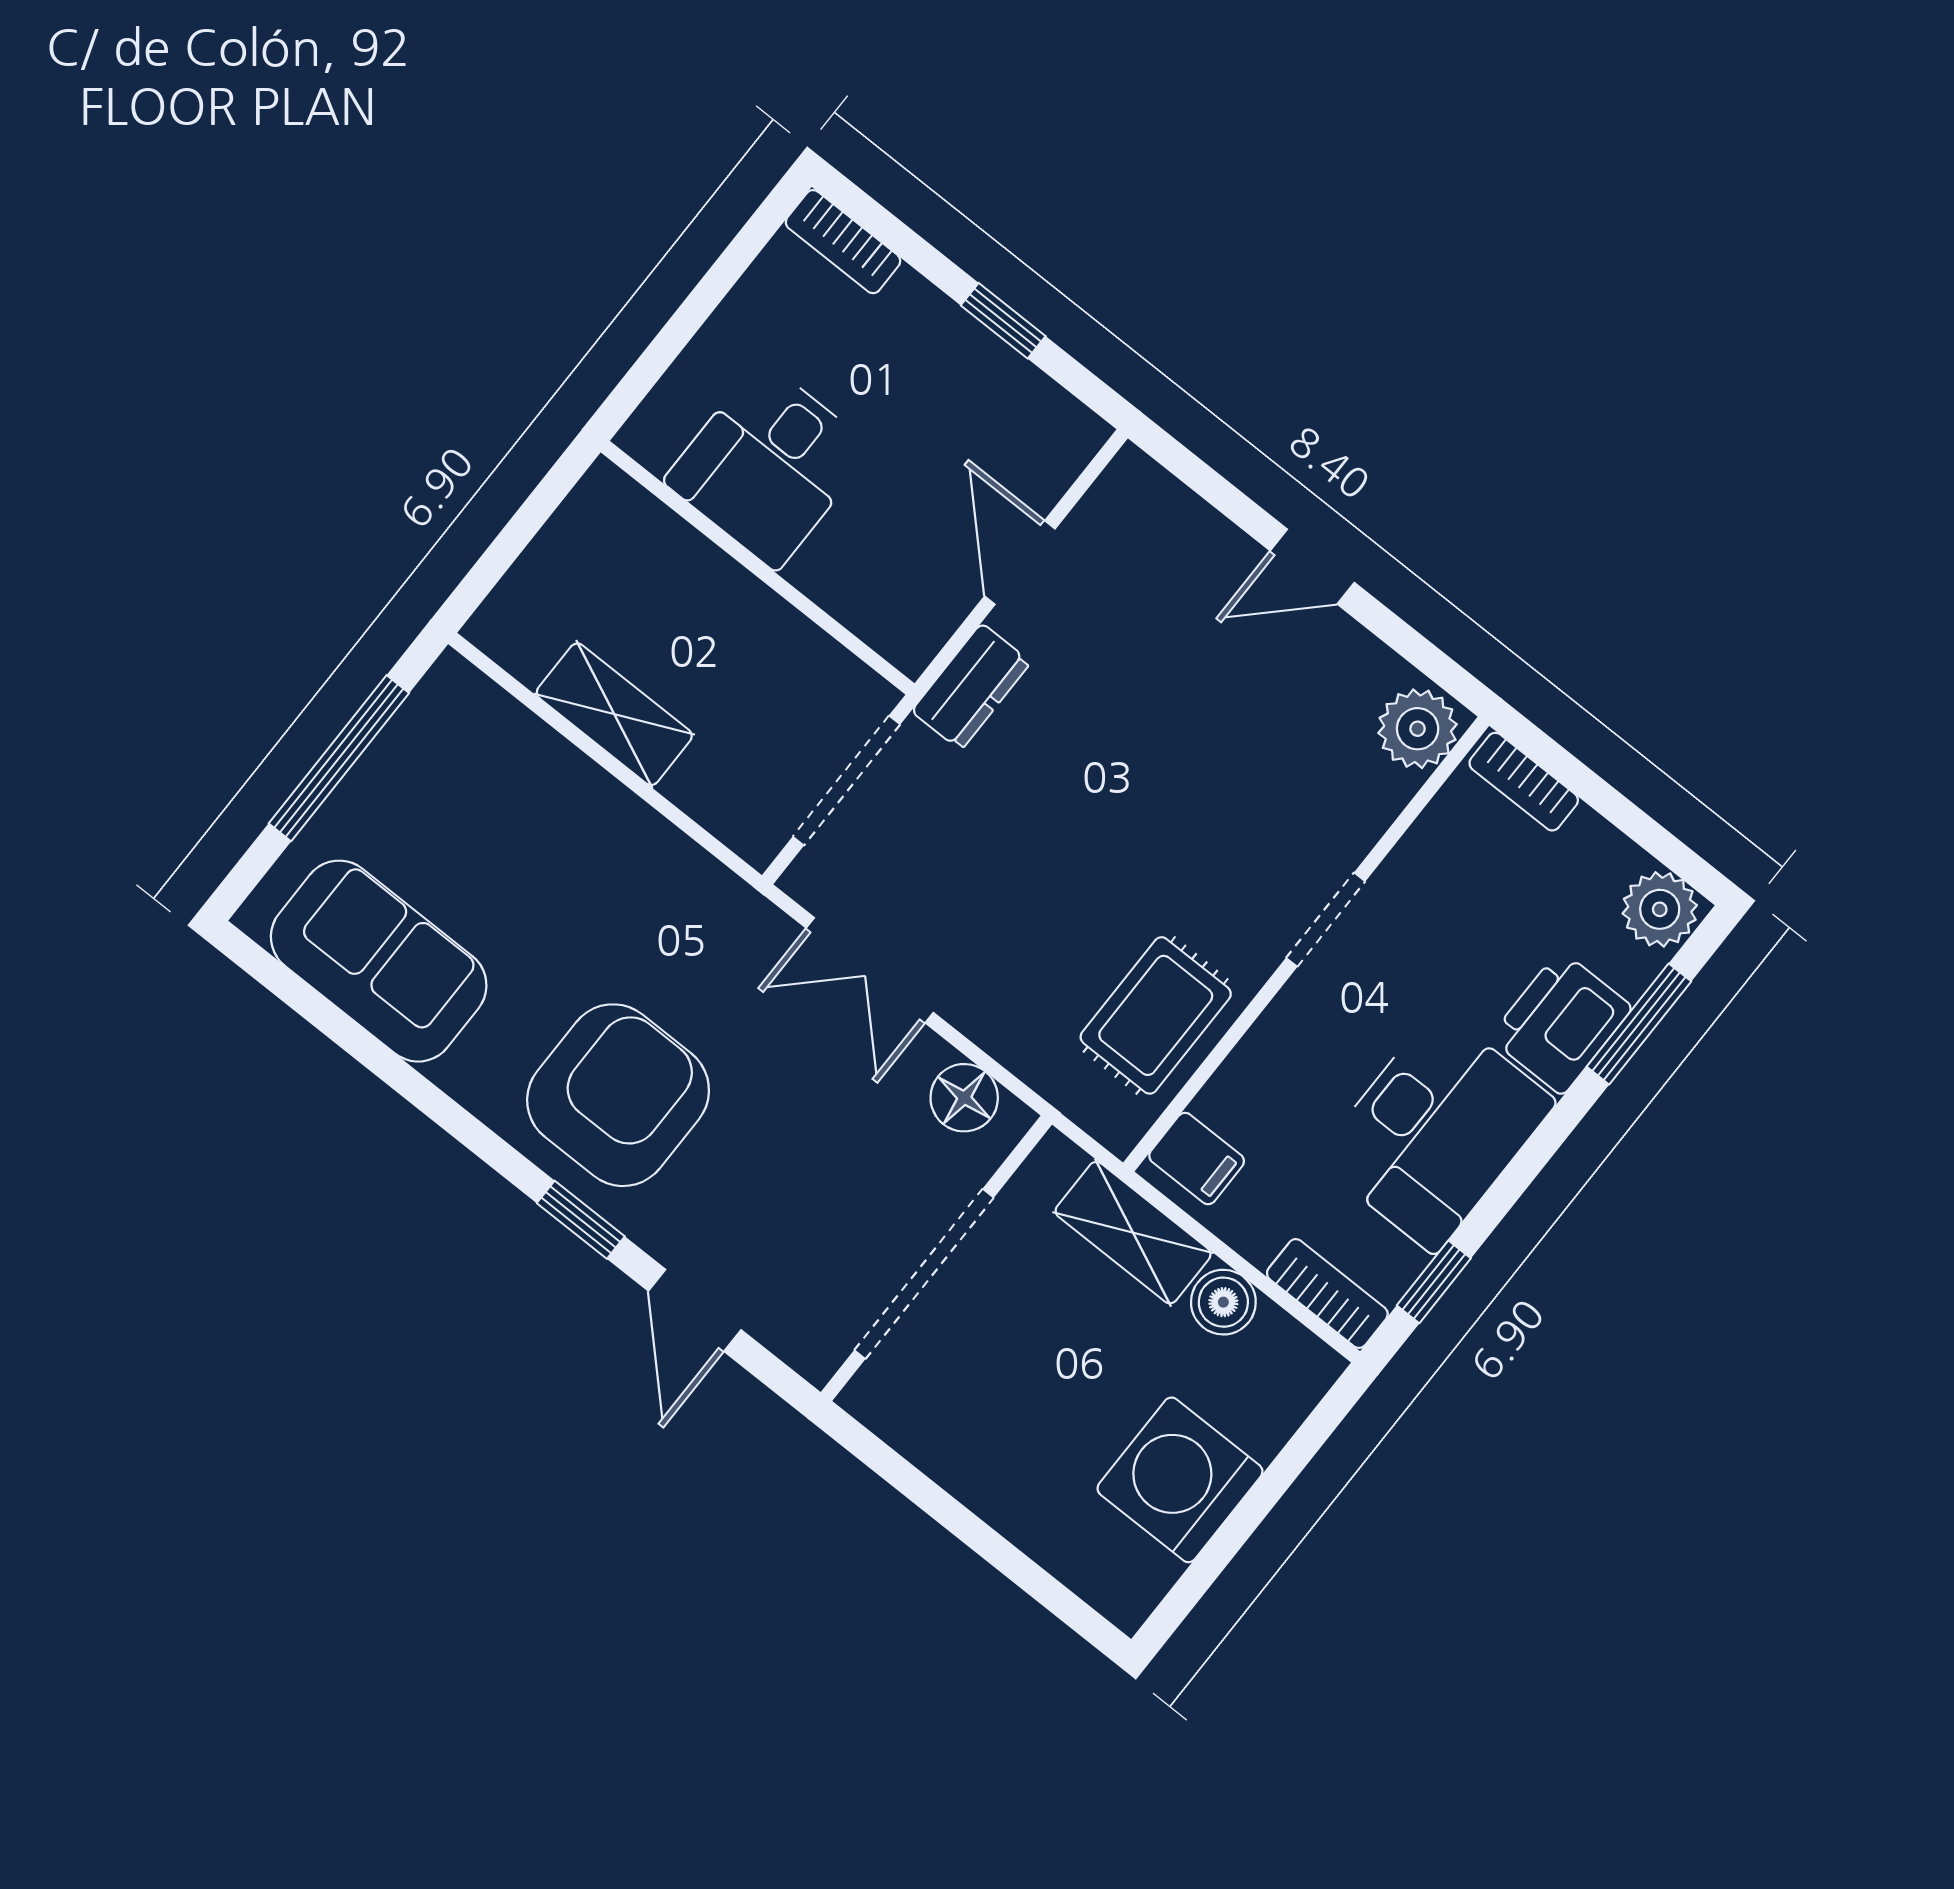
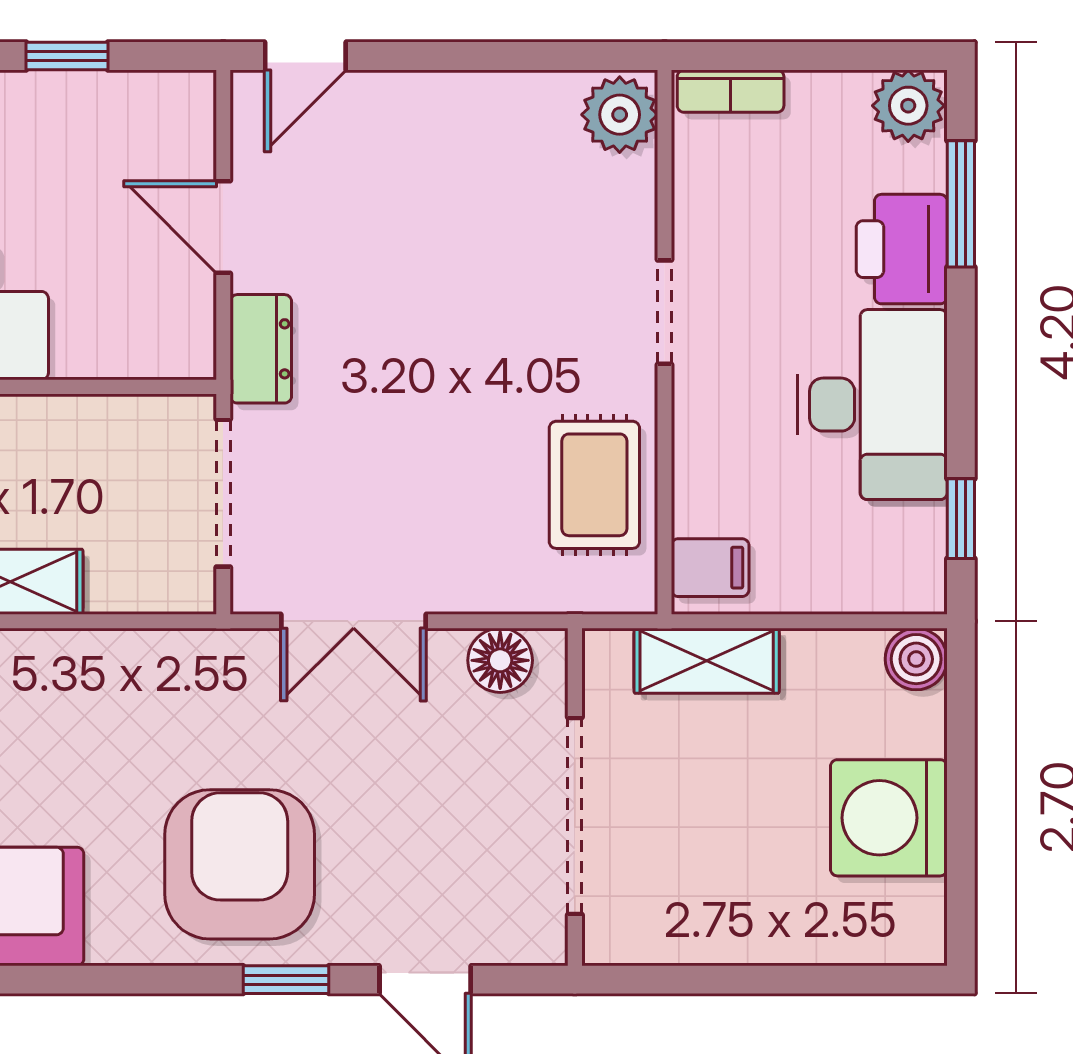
door: (1312, 567) -> (305, 56), moved
bookcase: (1327, 1294) -> (888, 591), removed
boiler: (1223, 1302) -> (916, 659), moved

